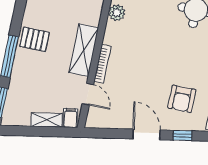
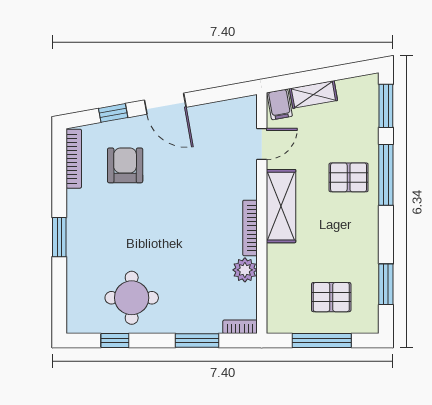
pallet: (35, 39) -> (349, 177), moved
bookcase: (102, 64) -> (250, 228), moved
door: (88, 94) -> (262, 144), swing flipped

